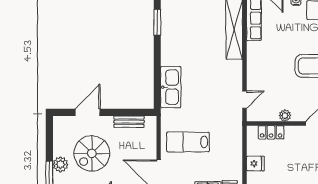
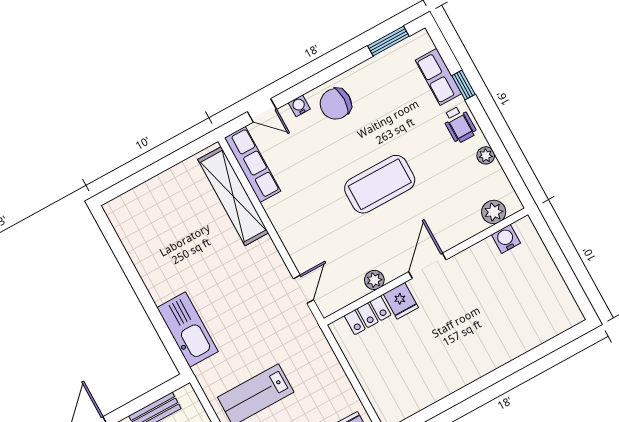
window: (157, 22) -> (117, 247), removed
fridge: (255, 163) -> (401, 301), moved, turned 90

